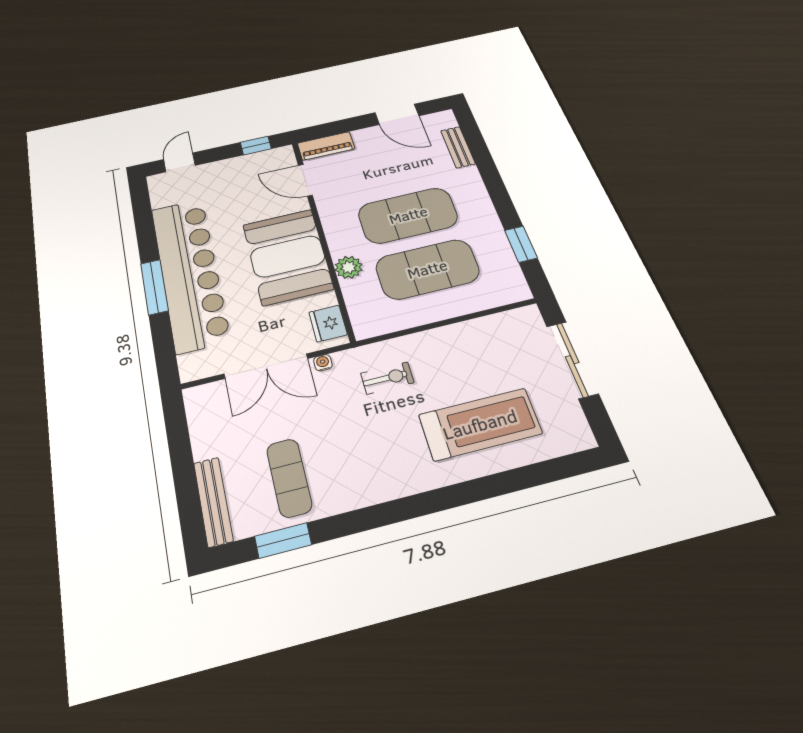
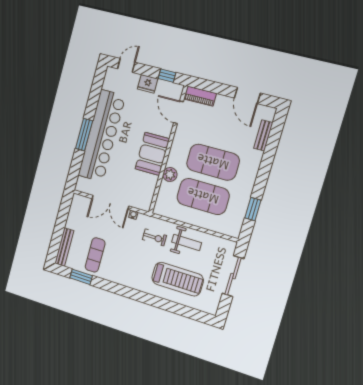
booth: (288, 256) -> (152, 154), width x0.73, depth x0.70
fridge: (328, 323) -> (148, 84), moved, turned -90
weight bench: (451, 353) -> (187, 242), added

